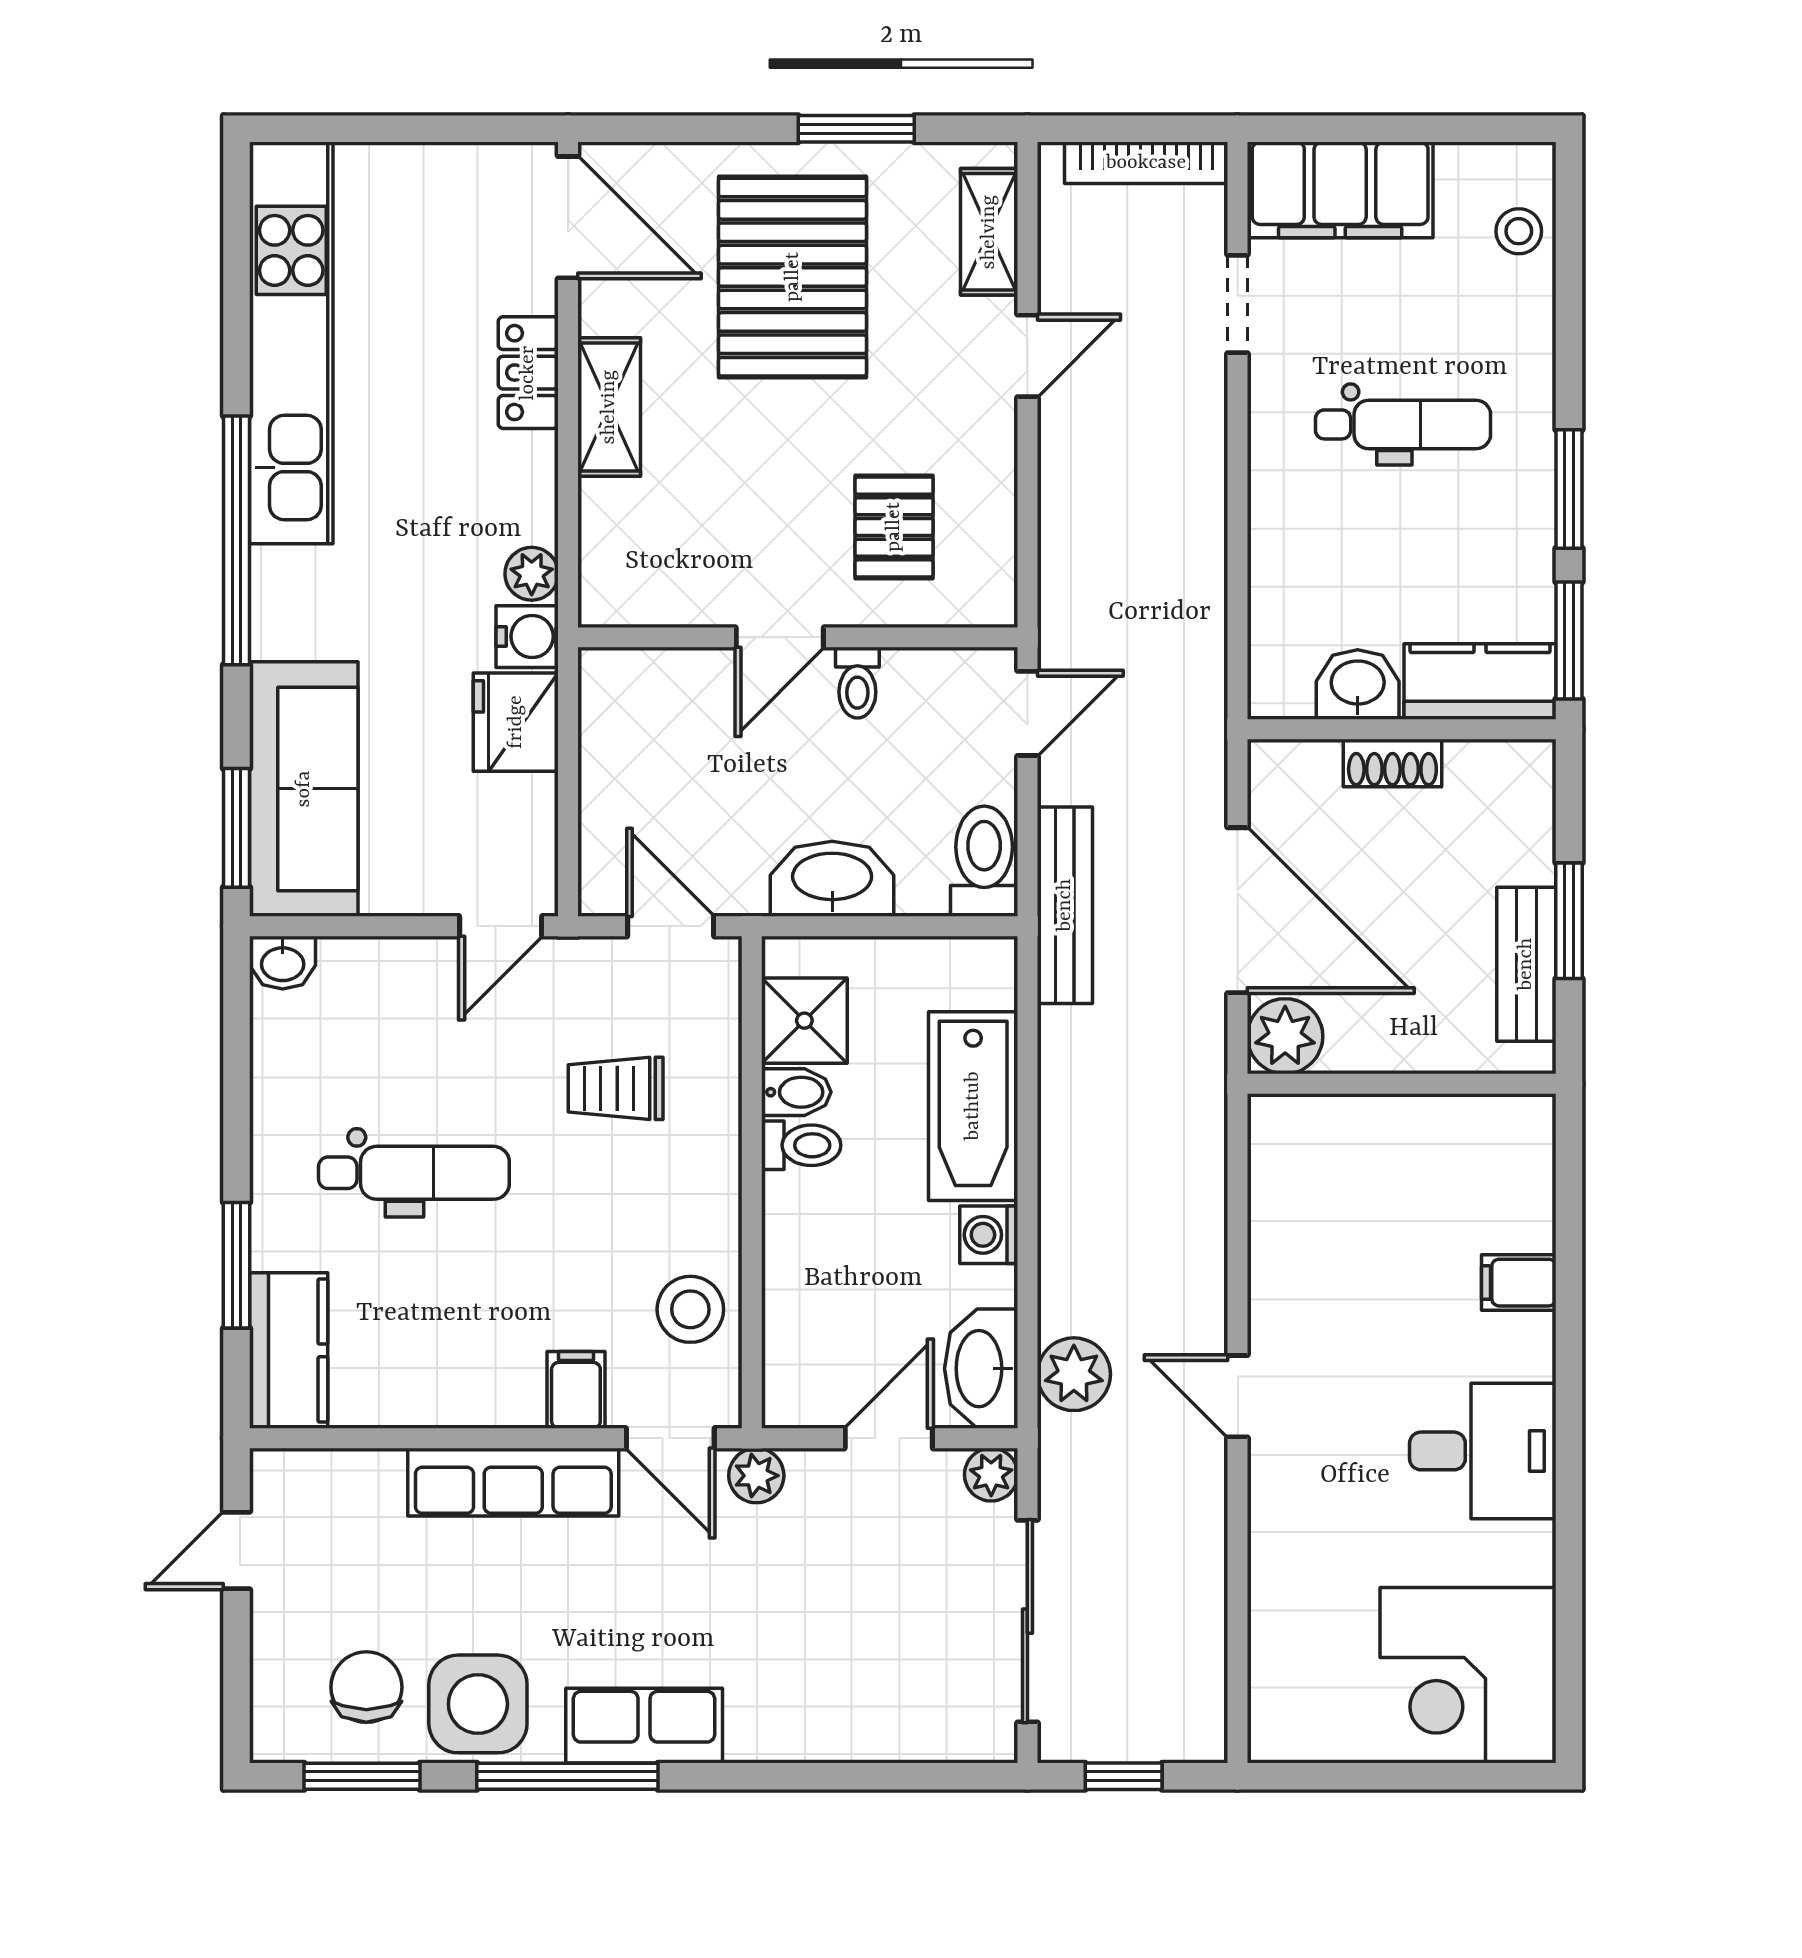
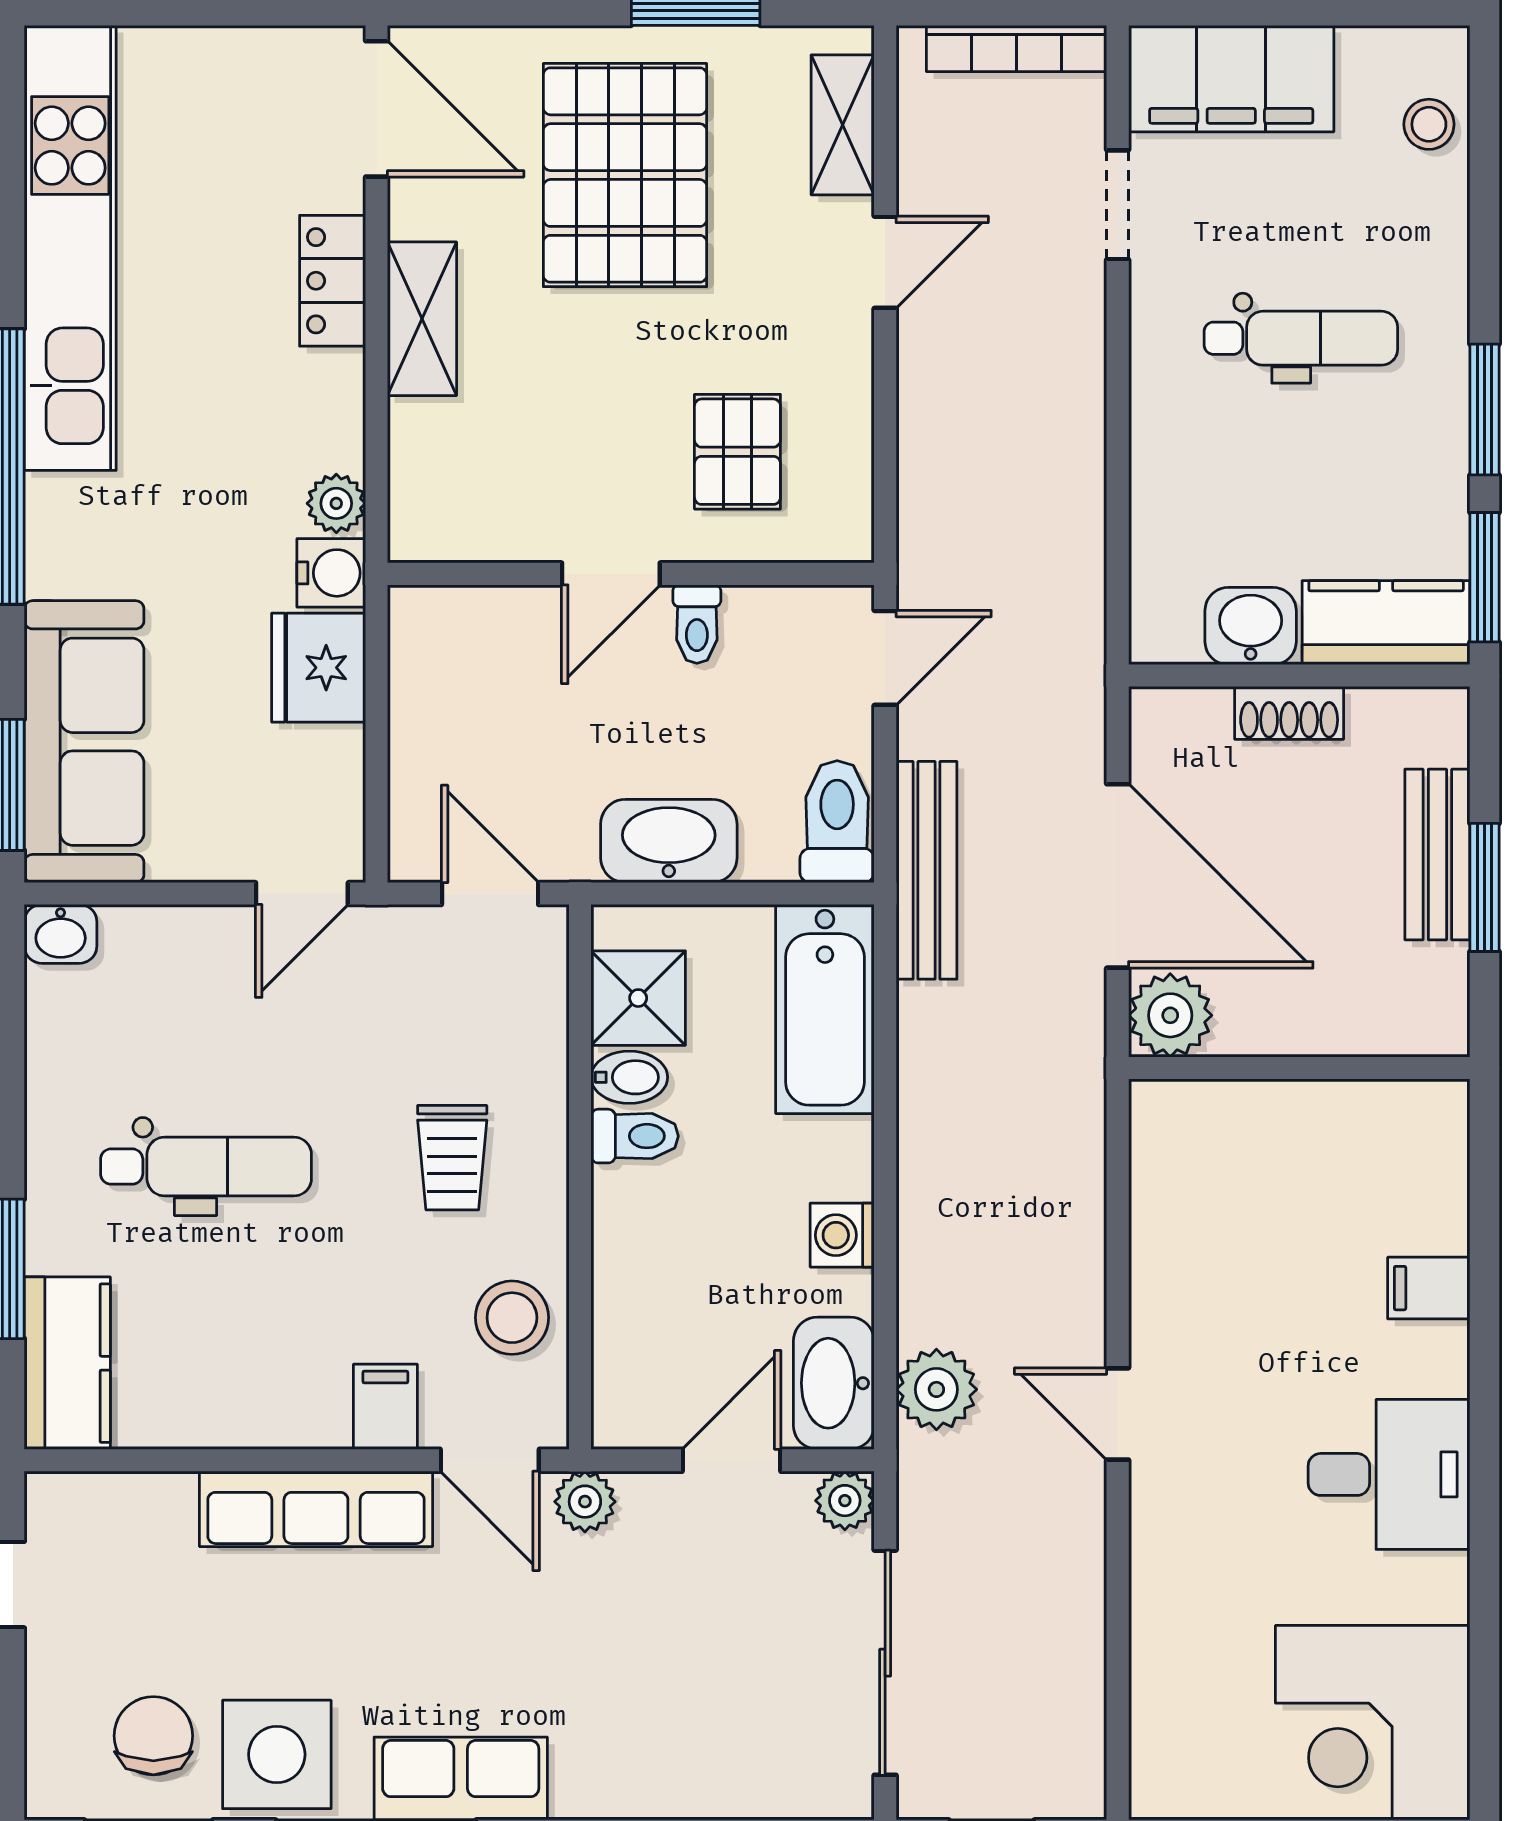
bench: (1526, 964) -> (1437, 854), moved
trolley: (616, 1088) -> (452, 1158), moved, turned -90
bathtub: (973, 1106) -> (825, 1009), moved

